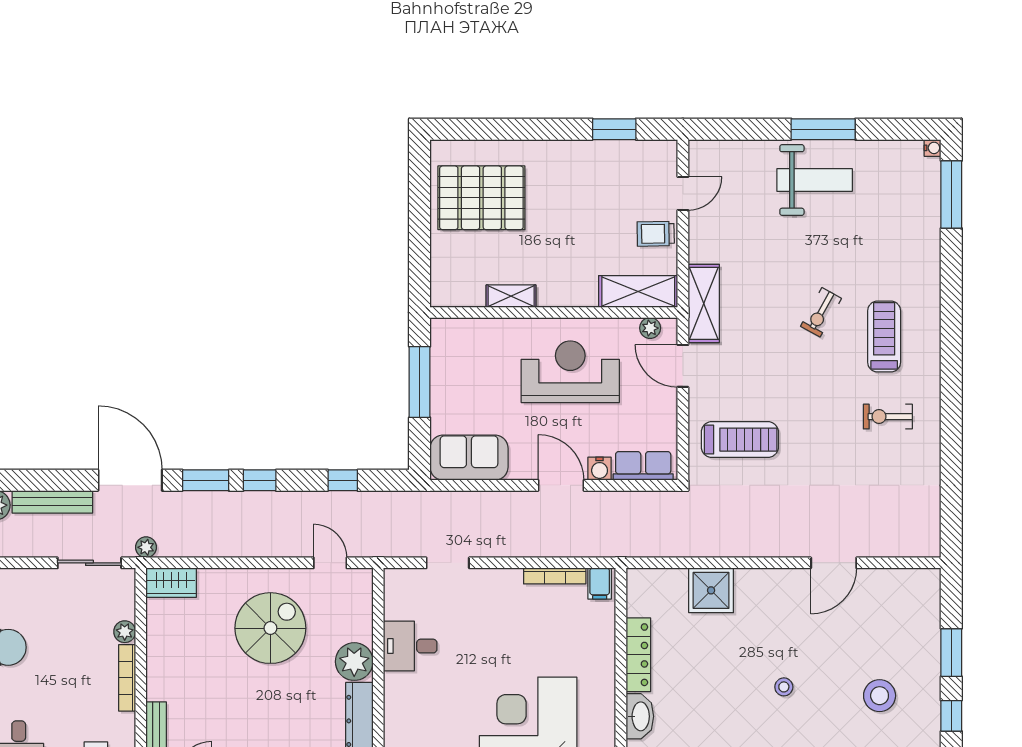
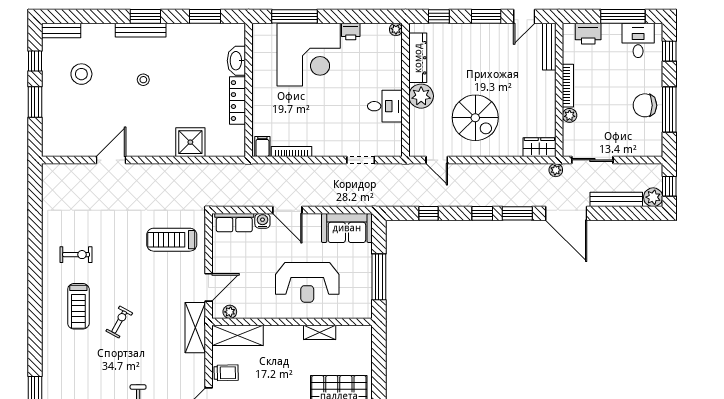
door: (683, 366) -> (209, 287), hinge flipped
reception desk: (570, 372) -> (307, 282), moved
spiral stairs: (270, 628) -> (475, 118), turned -90

